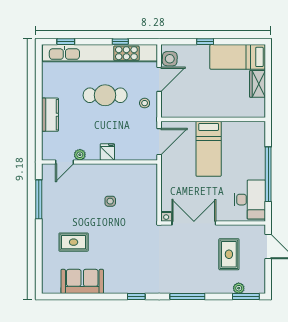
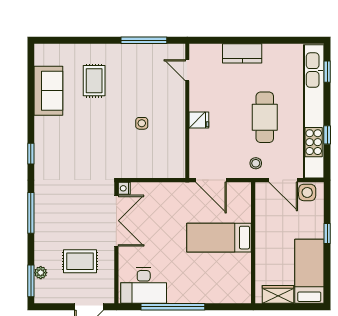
wall: (213, 119) -> (253, 243), moved
bed: (209, 149) -> (219, 238), moved
plant: (80, 155) -> (196, 88), removed

